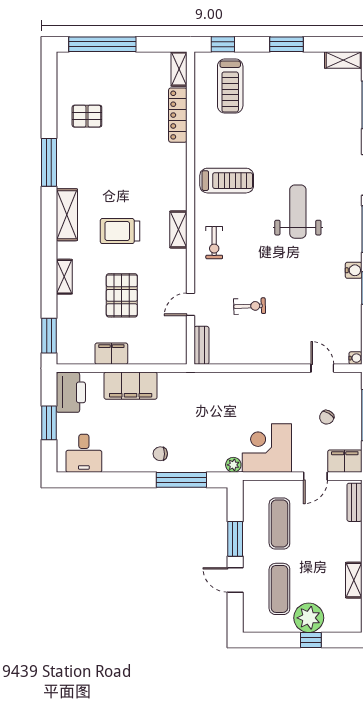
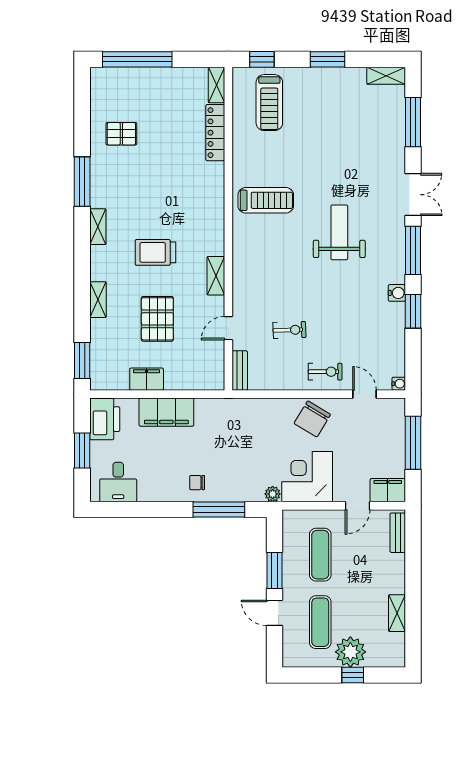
shelving: (67, 215) -> (98, 227), width x0.67, depth x0.75
shelving: (178, 229) -> (216, 276), moved
exercise bike: (214, 243) -> (325, 372), moved, turned -90
chair: (327, 417) -> (312, 419), moved, width x1.87, depth x1.87

